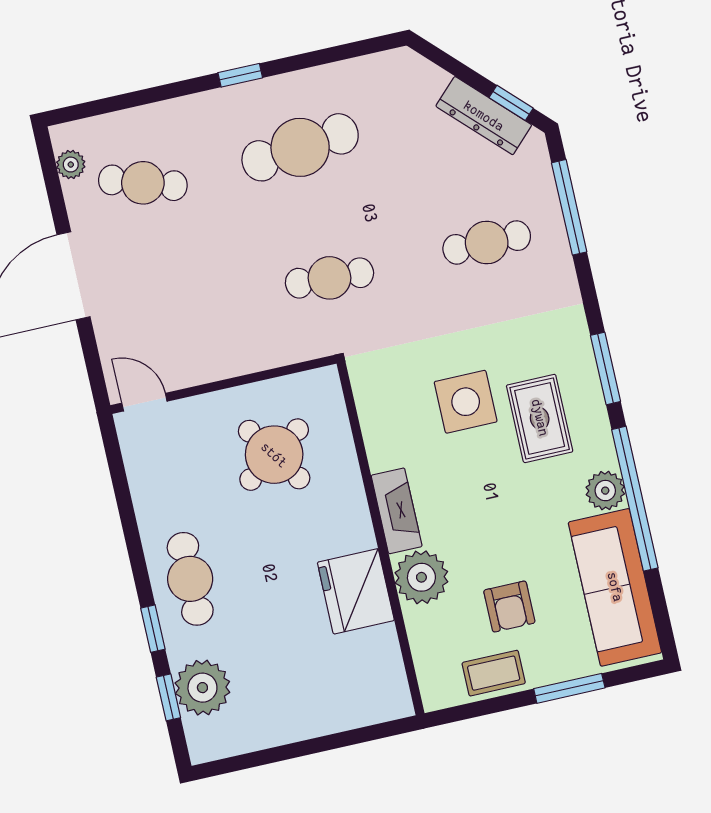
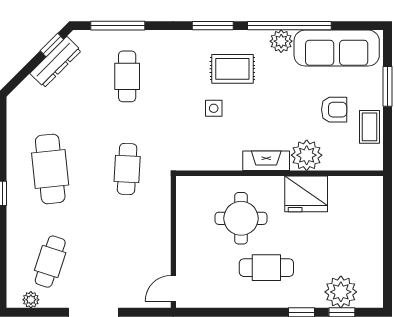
side table: (466, 402) -> (214, 108), width x0.54, depth x0.54
round table: (274, 455) -> (241, 218), moved, turned 34
cafe table: (190, 579) -> (266, 268), moved

